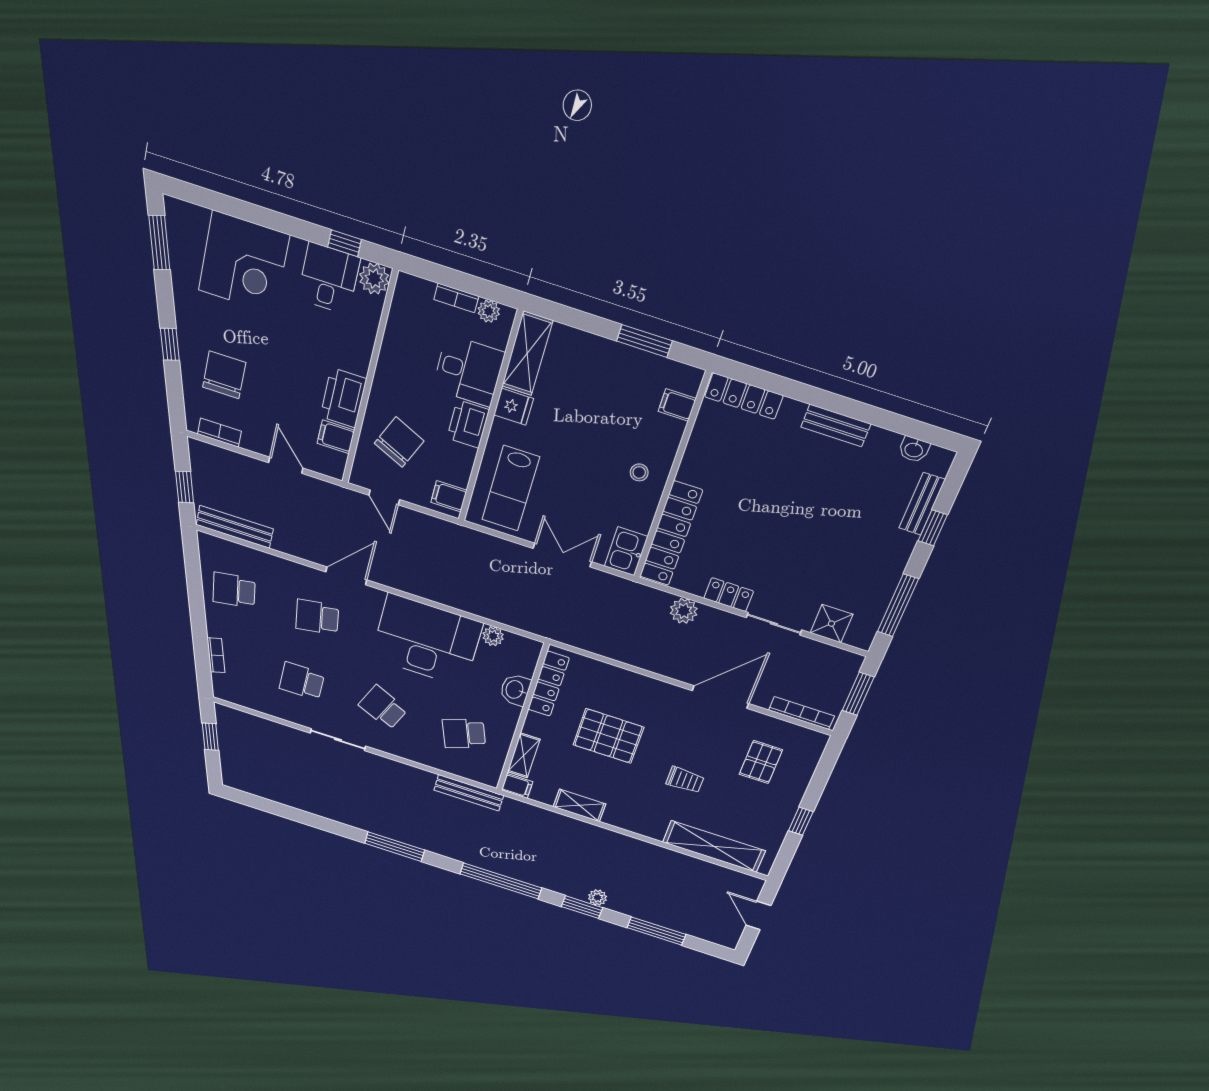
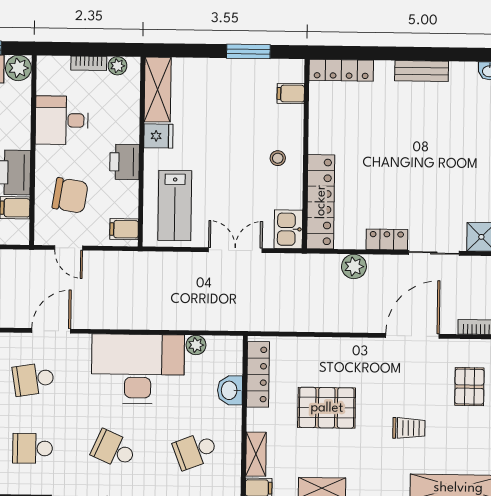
desk: (468, 371) -> (62, 120), moved, turned 180
chair: (399, 442) -> (70, 195), turned 75

